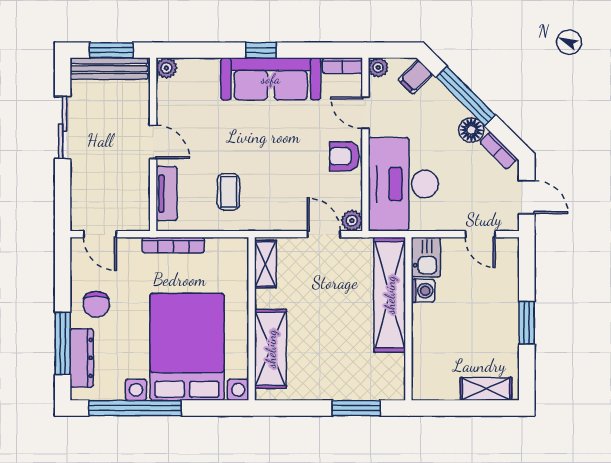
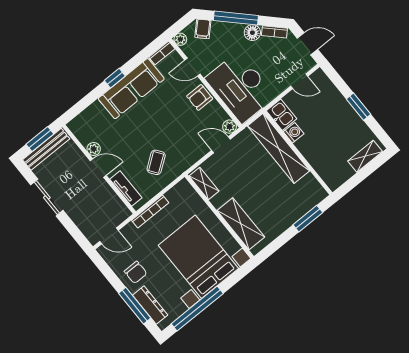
plant: (166, 68) -> (94, 149), moved
coffee table: (229, 192) -> (156, 162), turned 54

